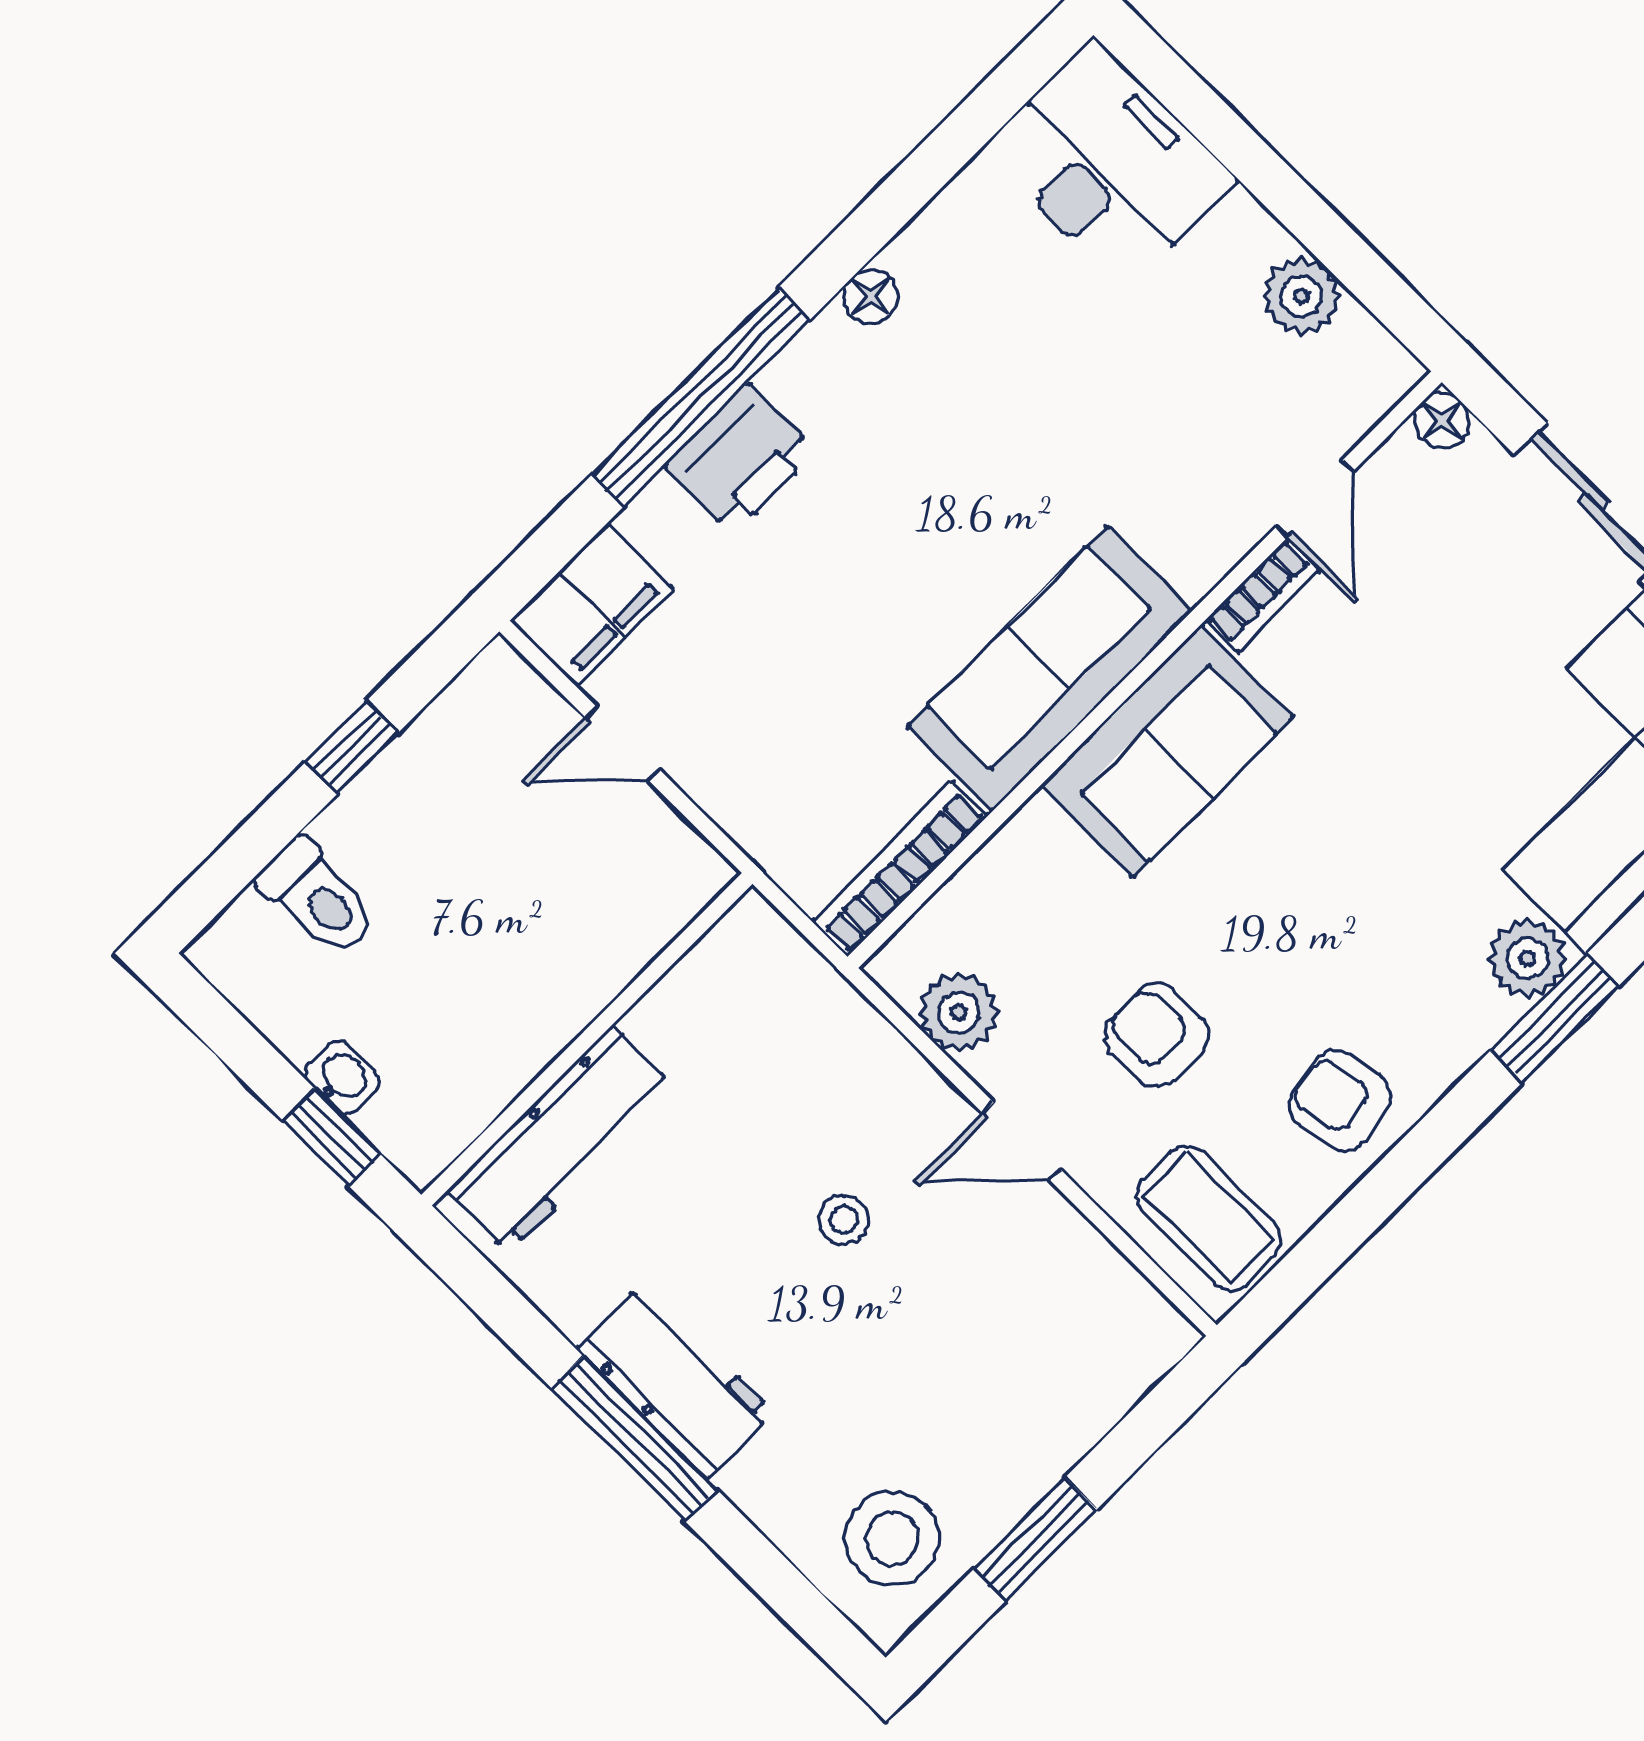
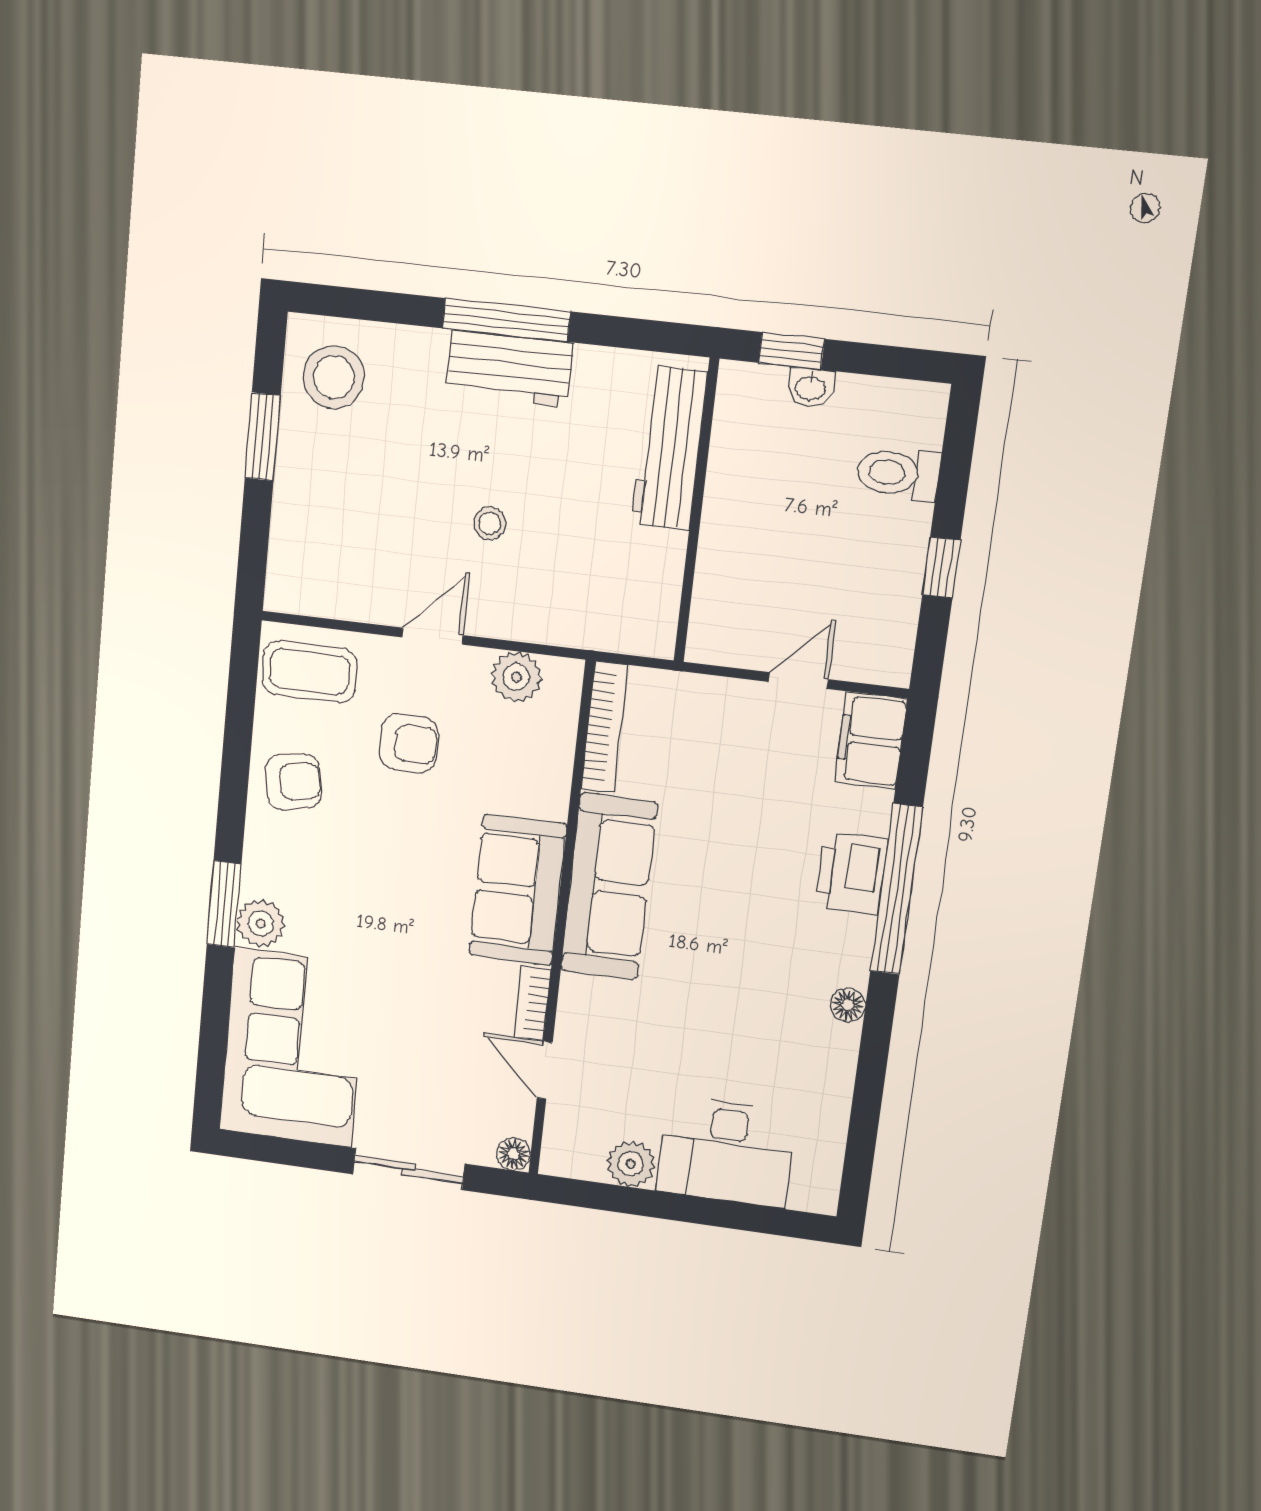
desk: (1109, 164) -> (726, 1151), moved

